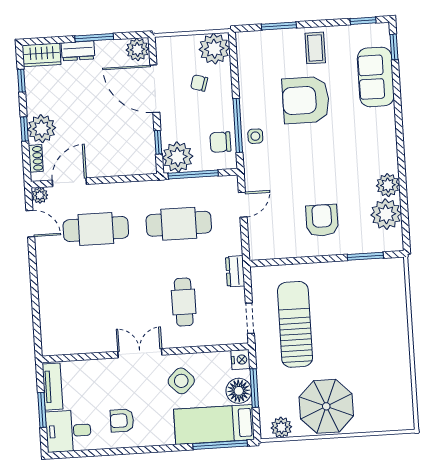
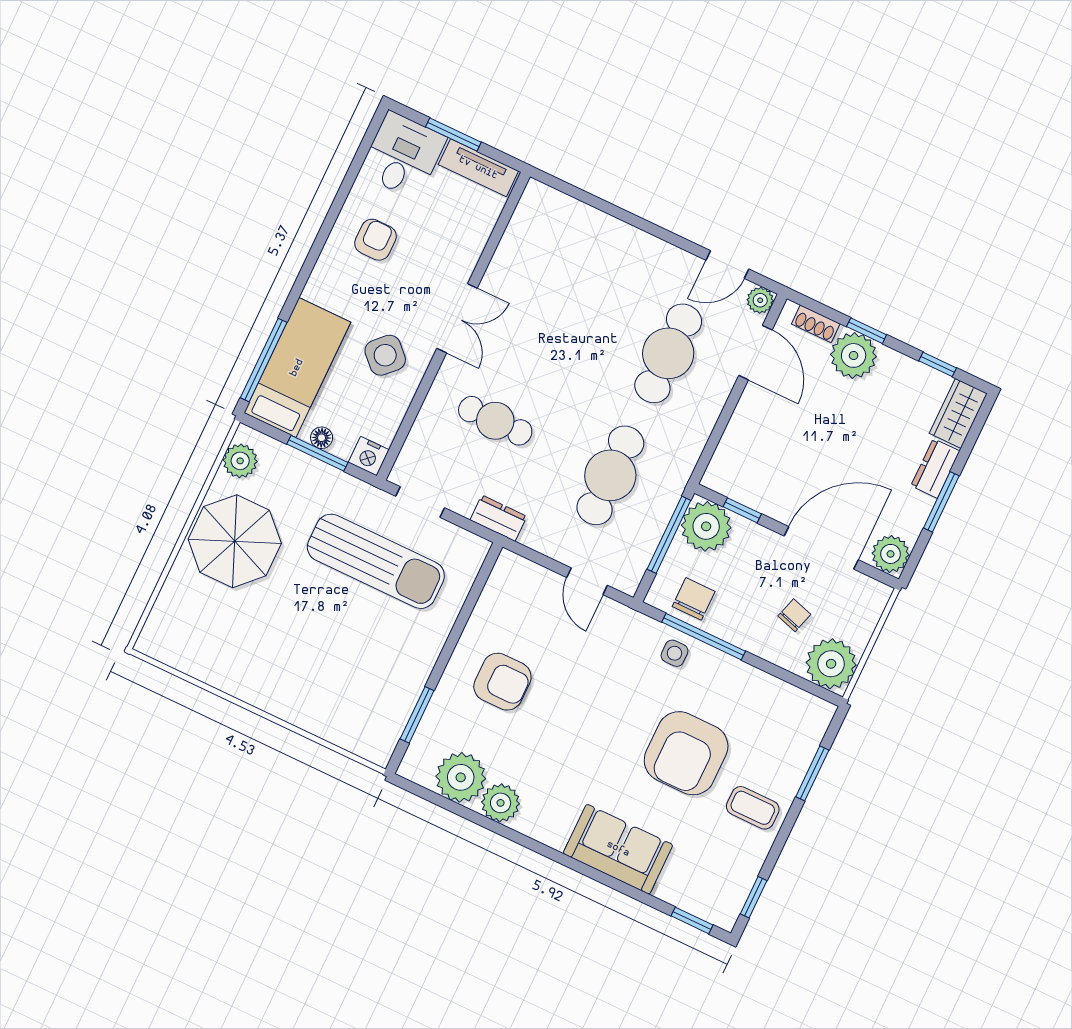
sofa: (376, 77) -> (618, 849), moved
armchair: (306, 100) -> (686, 753), turned 180
floor lamp: (239, 391) -> (322, 438), width x0.53, depth x0.53

